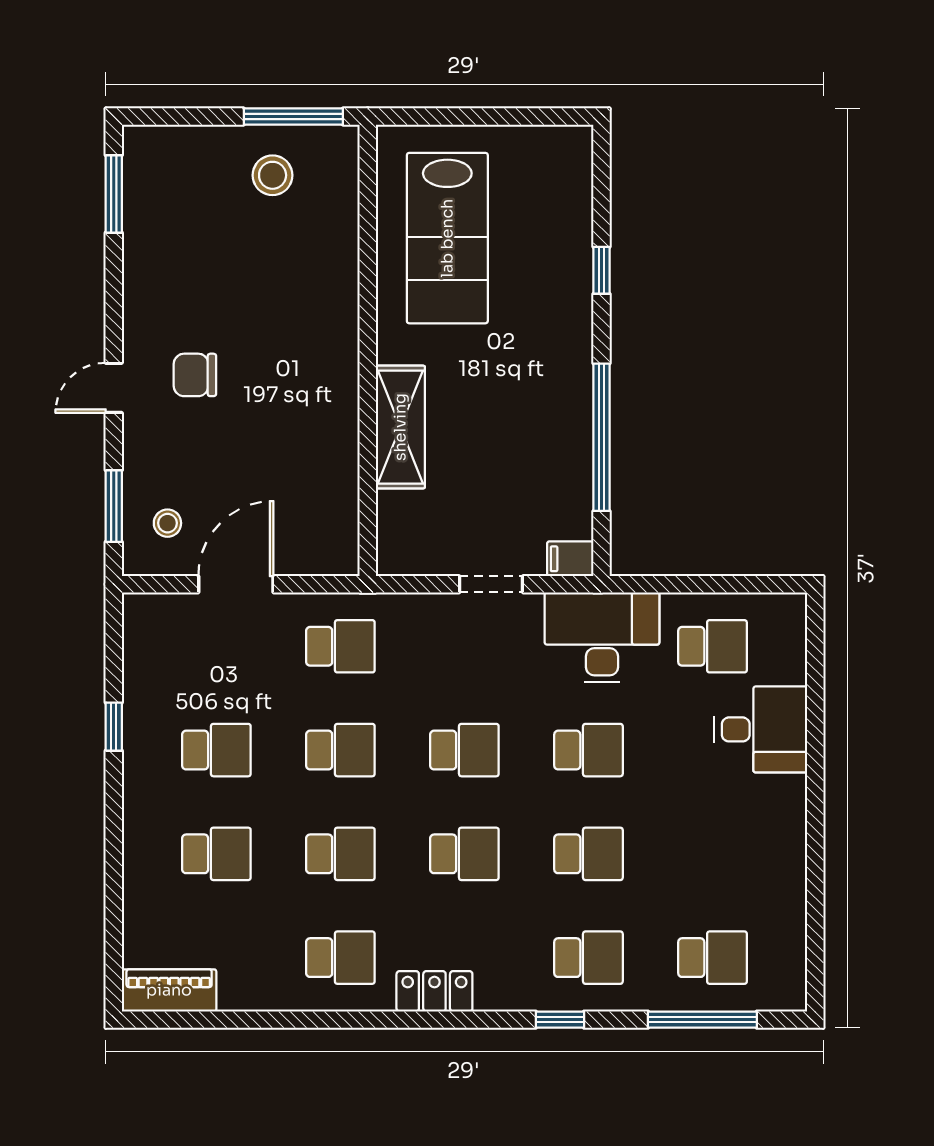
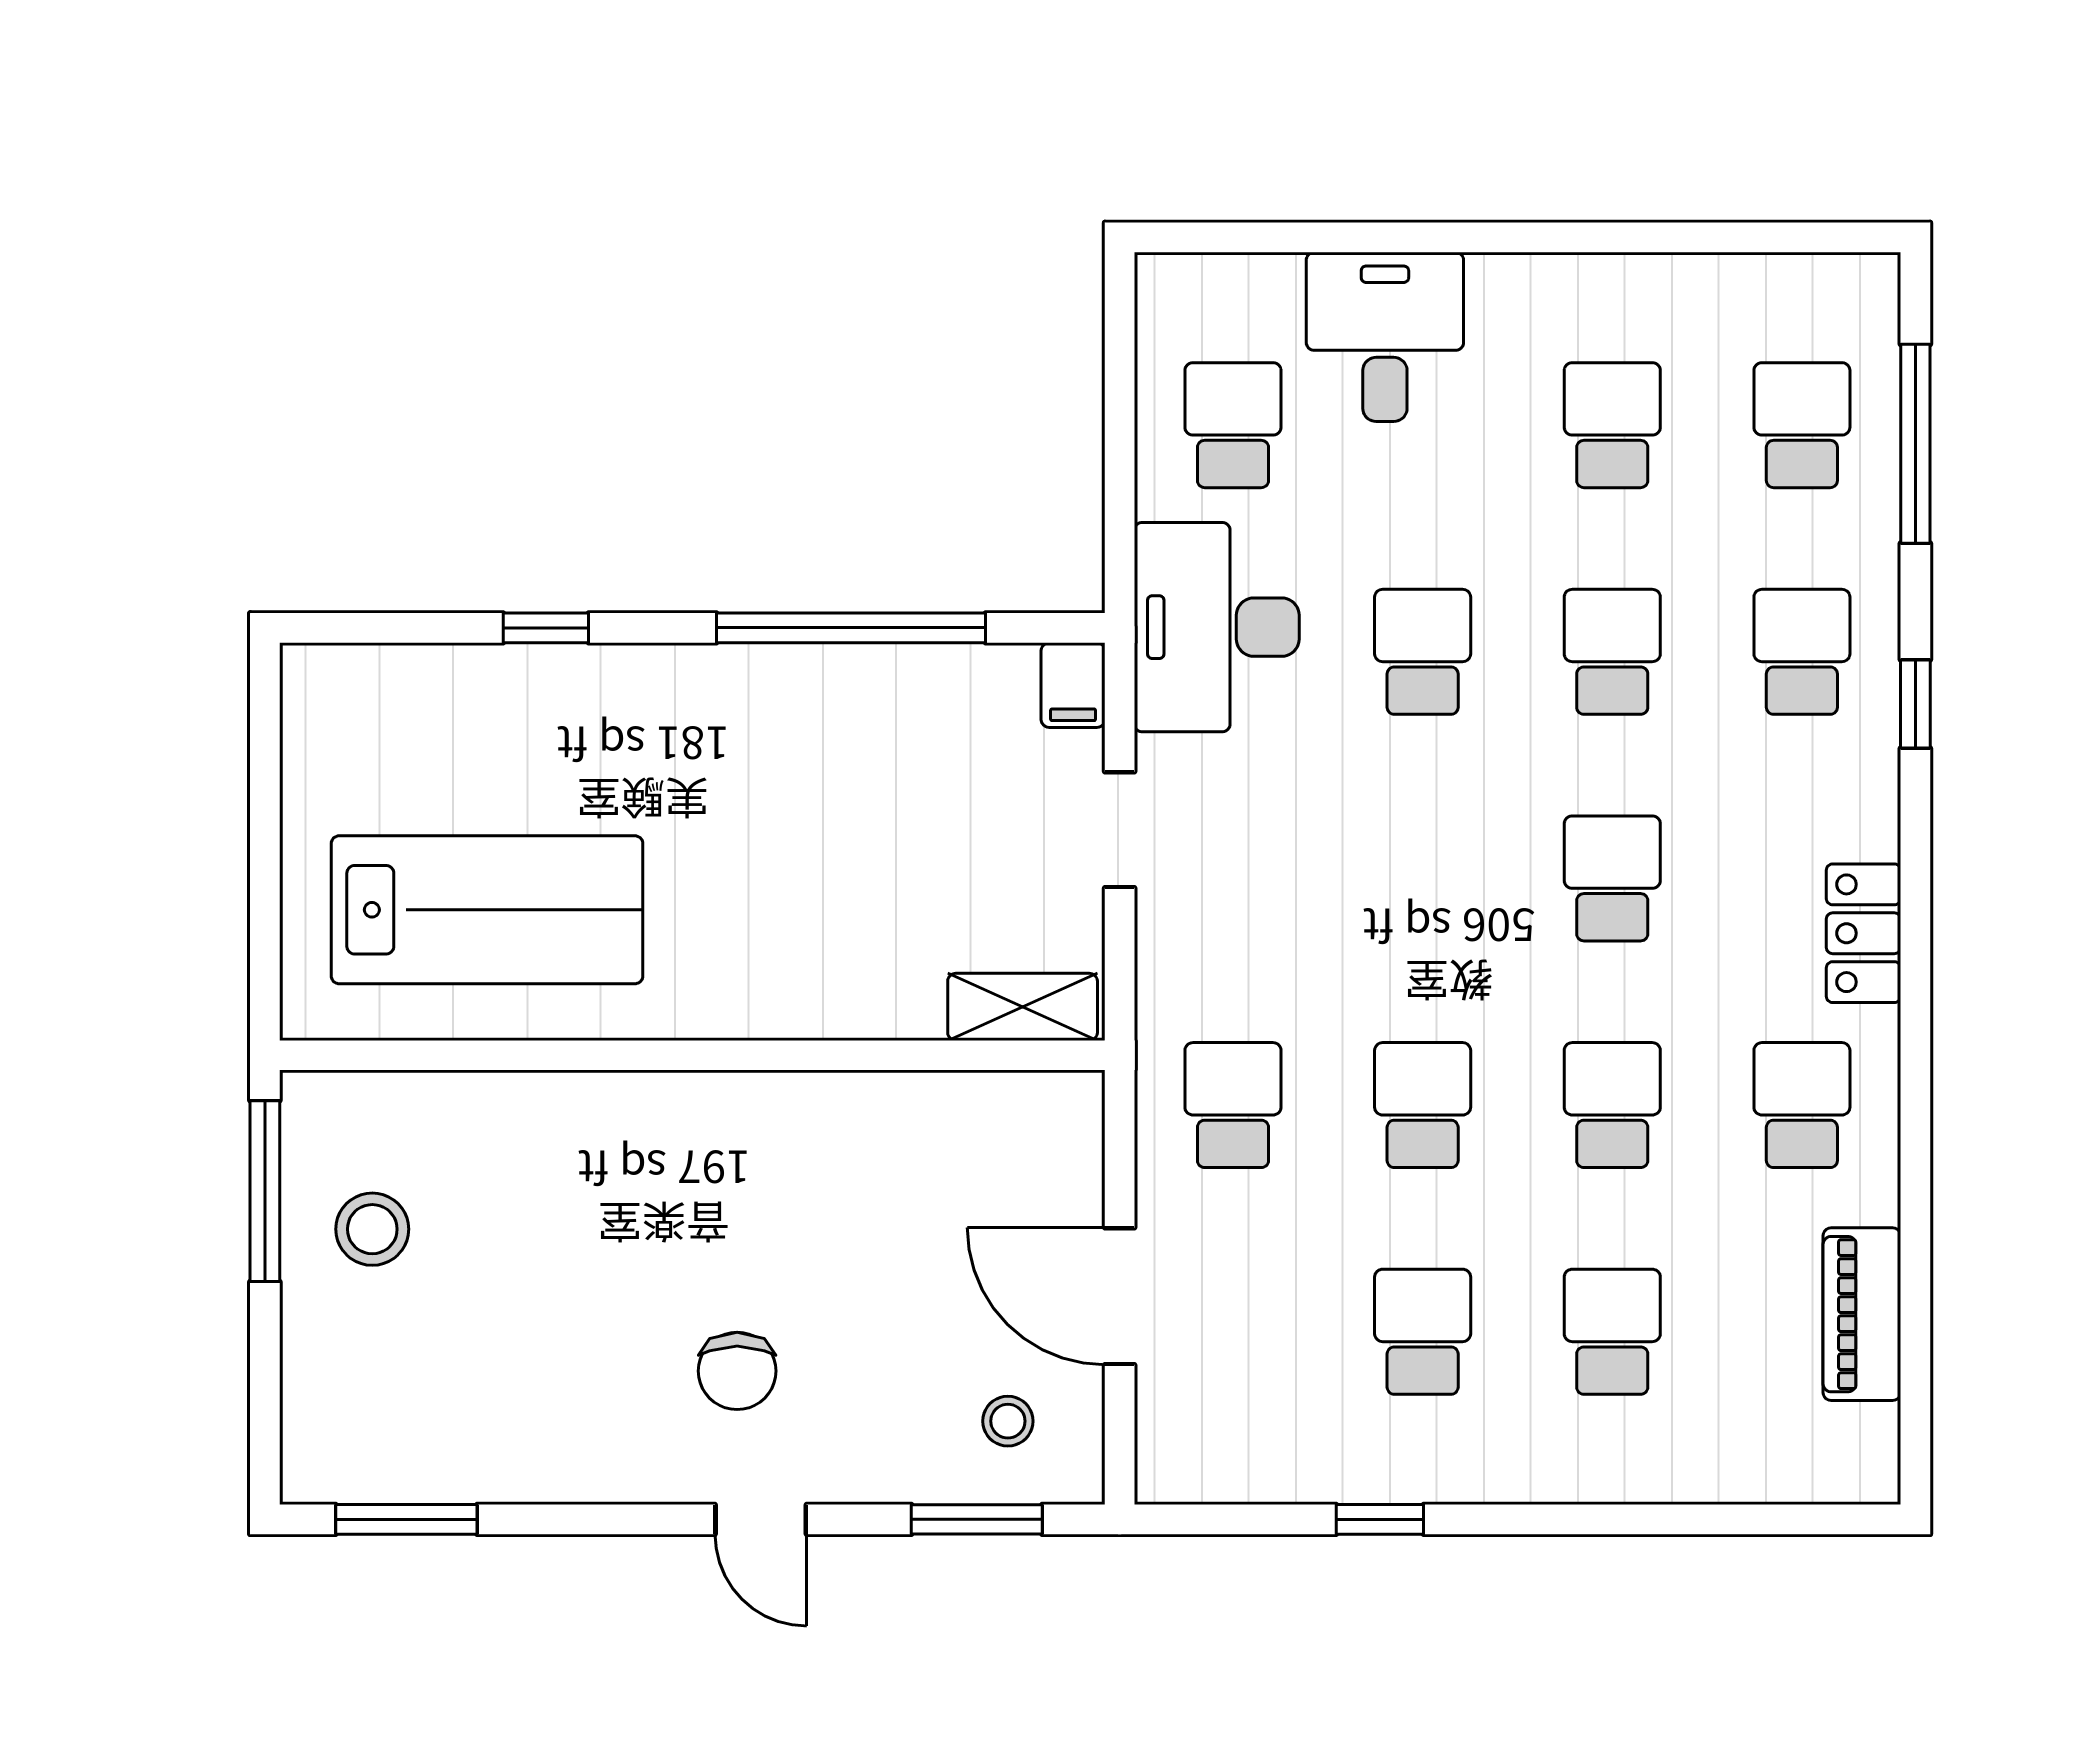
shelving: (400, 427) -> (1023, 1007), moved, width x0.67, depth x0.75
school desk: (464, 750) -> (1612, 425), moved
piano: (169, 990) -> (1862, 1314), moved

